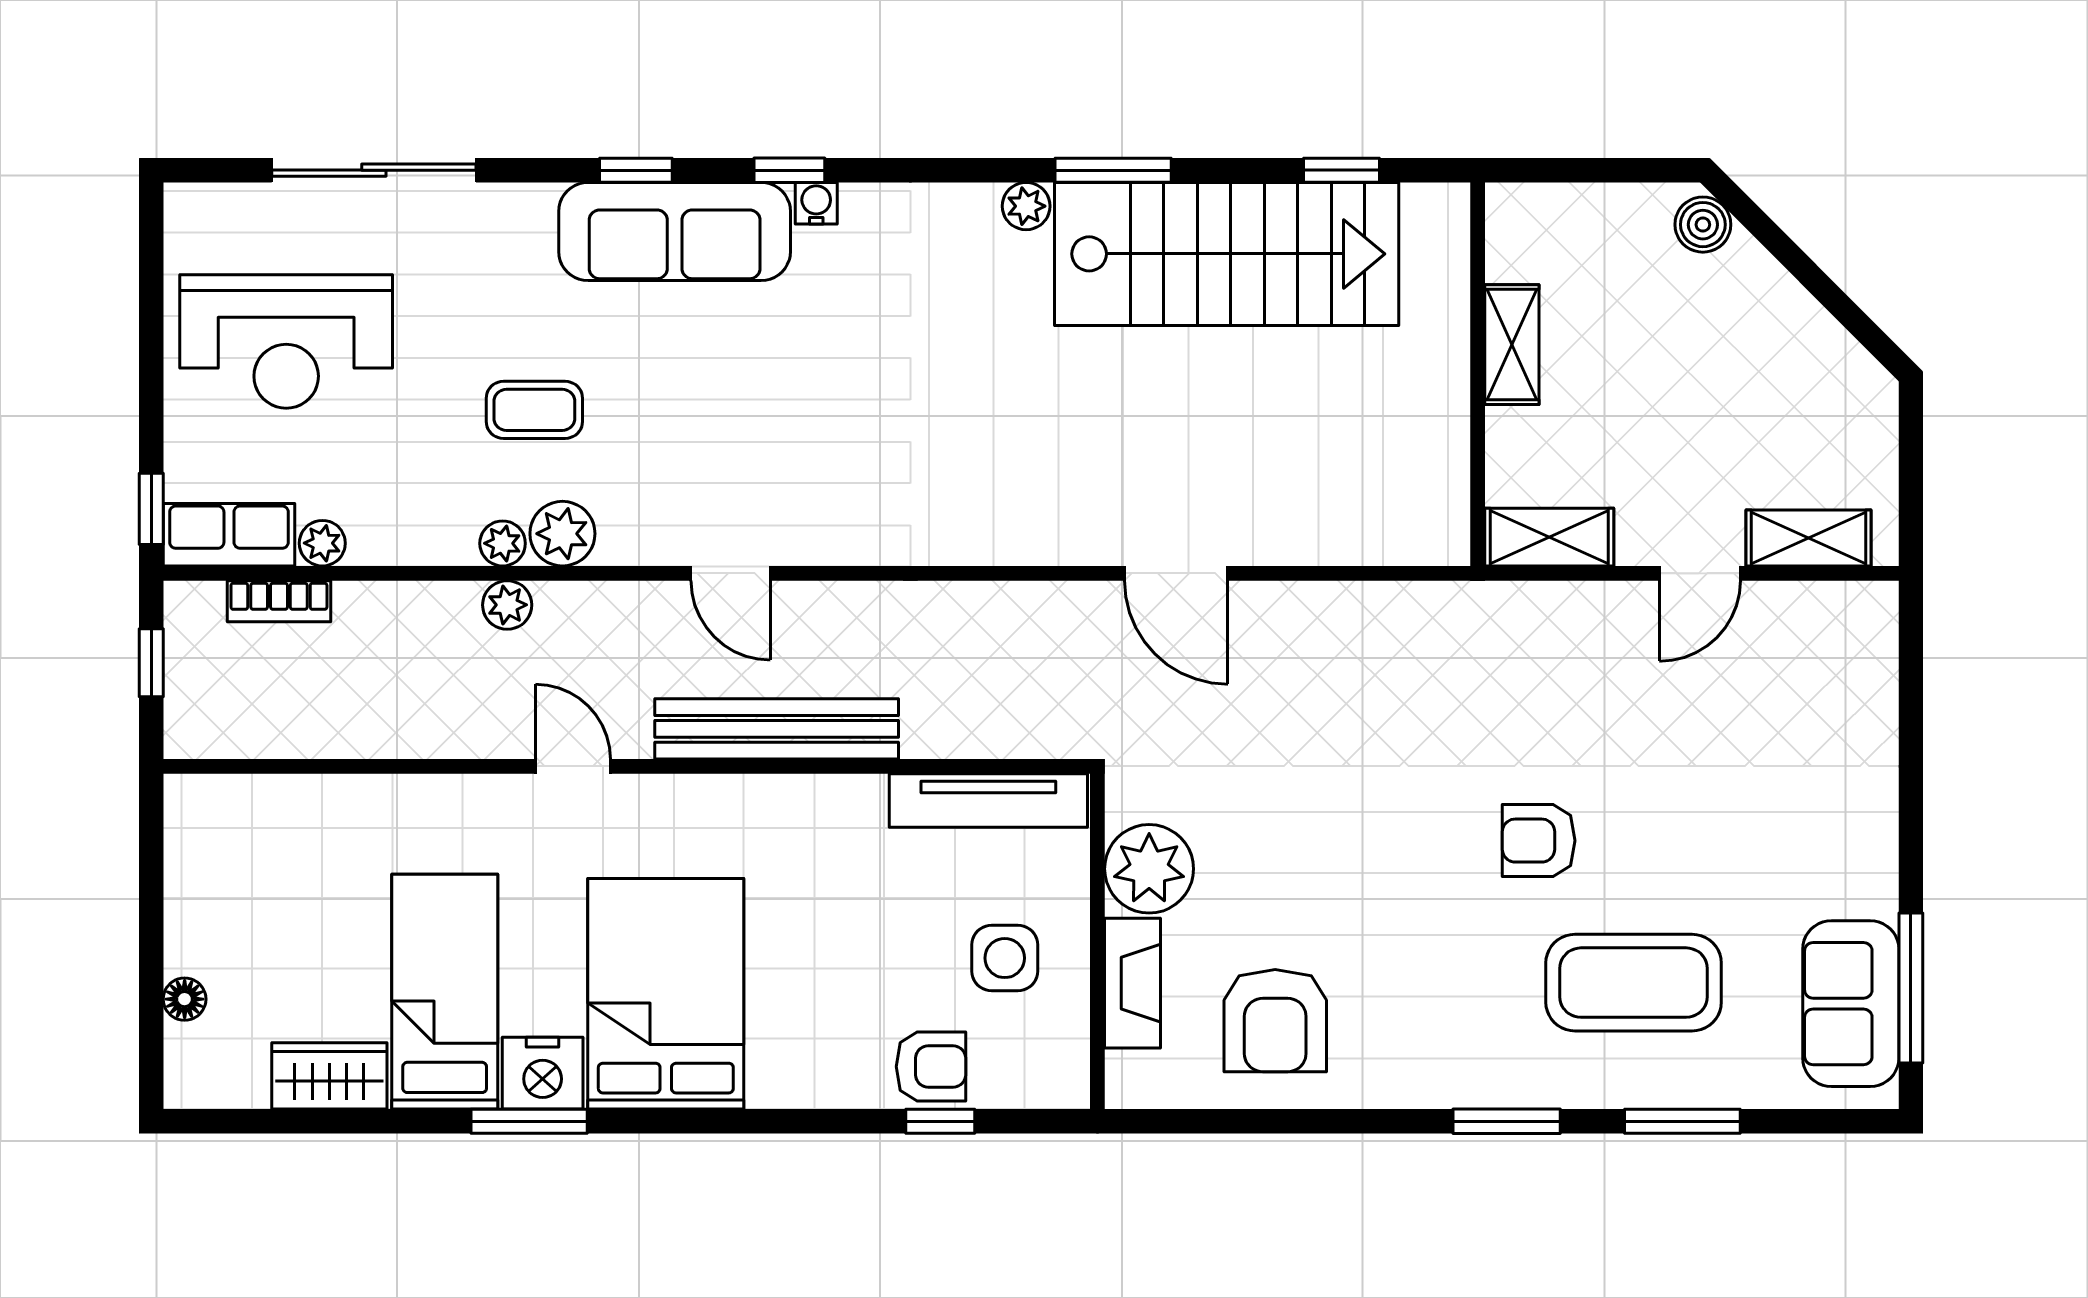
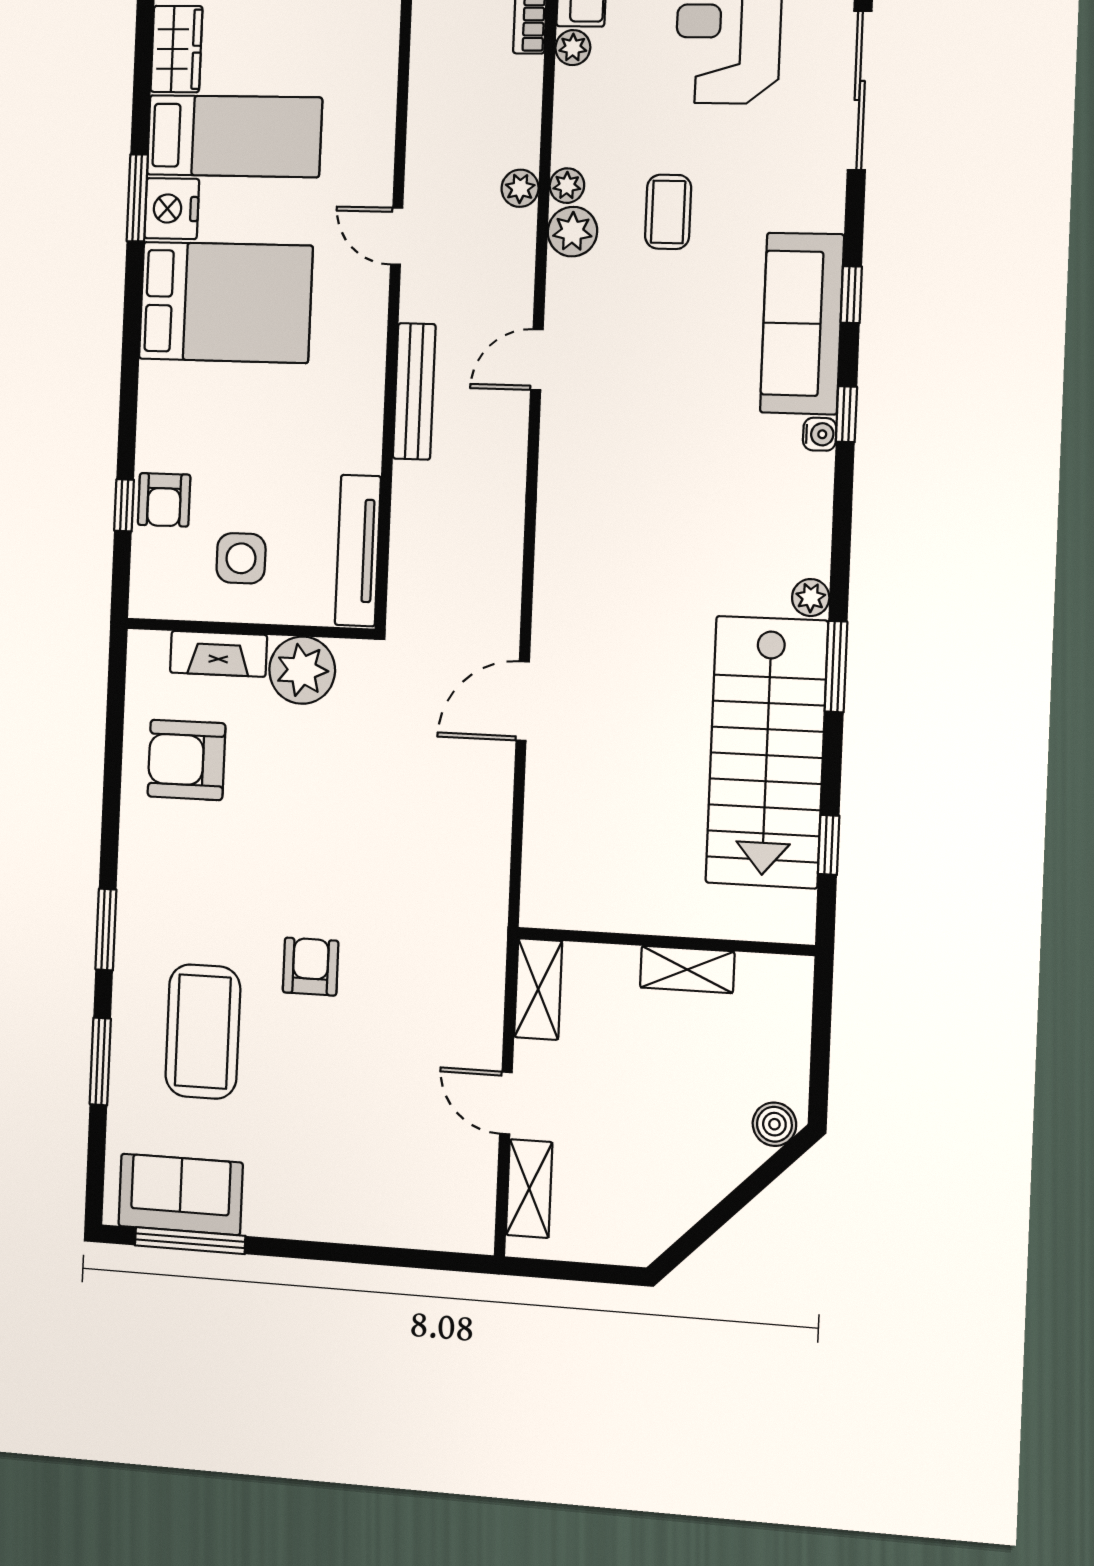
bench: (777, 729) -> (414, 391), width x0.73, depth x0.82
door: (573, 766) -> (397, 236), swing flipped

